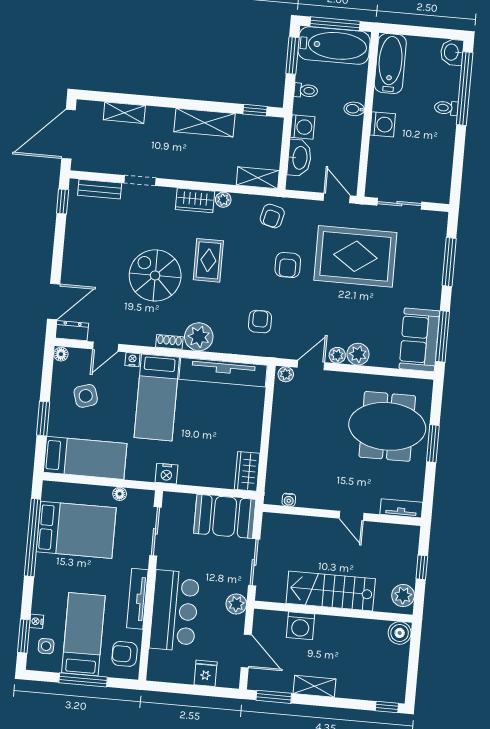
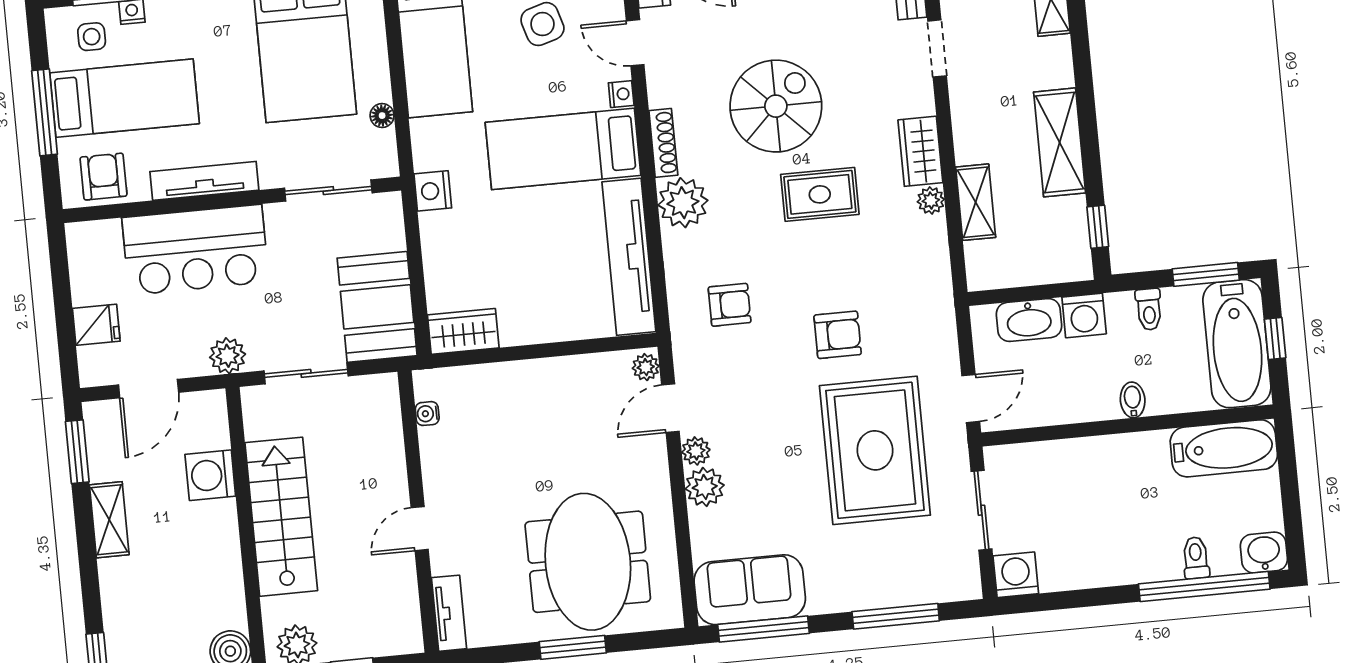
window: (335, 24) -> (1275, 339), width x0.46
toilet: (446, 108) -> (1196, 558), moved
washing machine: (383, 124) -> (1016, 575), moved, turned 180
shelving: (258, 178) -> (976, 202), moved
armchair: (272, 216) -> (918, 292), removed
armchair: (288, 265) -> (838, 335), turned 180
shoe rack: (169, 342) -> (663, 143), width x1.43
door: (311, 365) -> (670, 408), swing flipped

